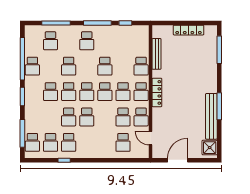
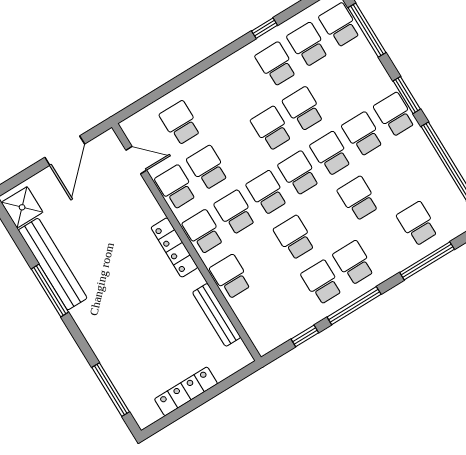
school desk: (105, 41) -> (322, 282), added
school desk: (32, 66) -> (395, 115), moved

